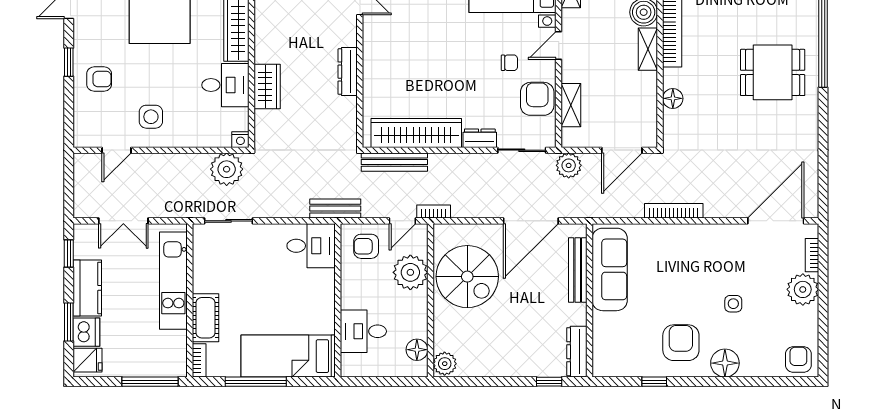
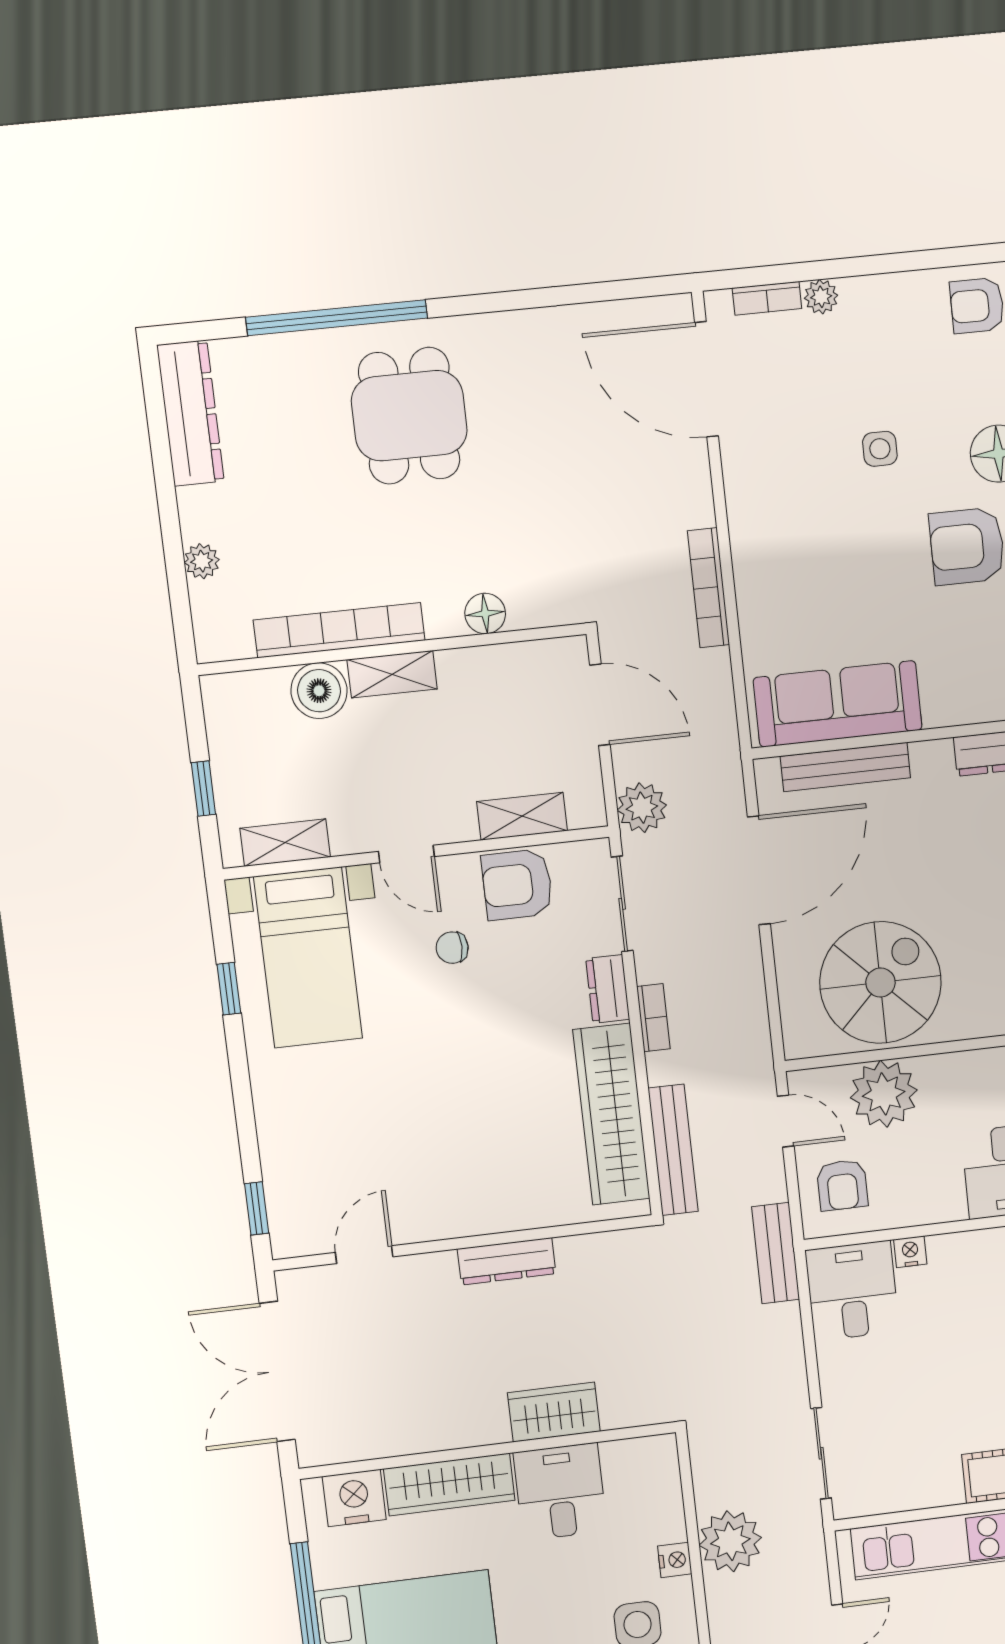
chair: (509, 63) -> (452, 948), turned -90
nightstand: (240, 140) -> (675, 1560), moved
plant: (227, 169) -> (730, 1541), moved
bookcase: (434, 212) -> (653, 1018), moved, turned 180
door: (531, 221) -> (759, 870), hinge flipped
nightstand: (328, 278) -> (910, 1252), added
plant: (803, 289) -> (821, 297), width x0.53, depth x0.53

